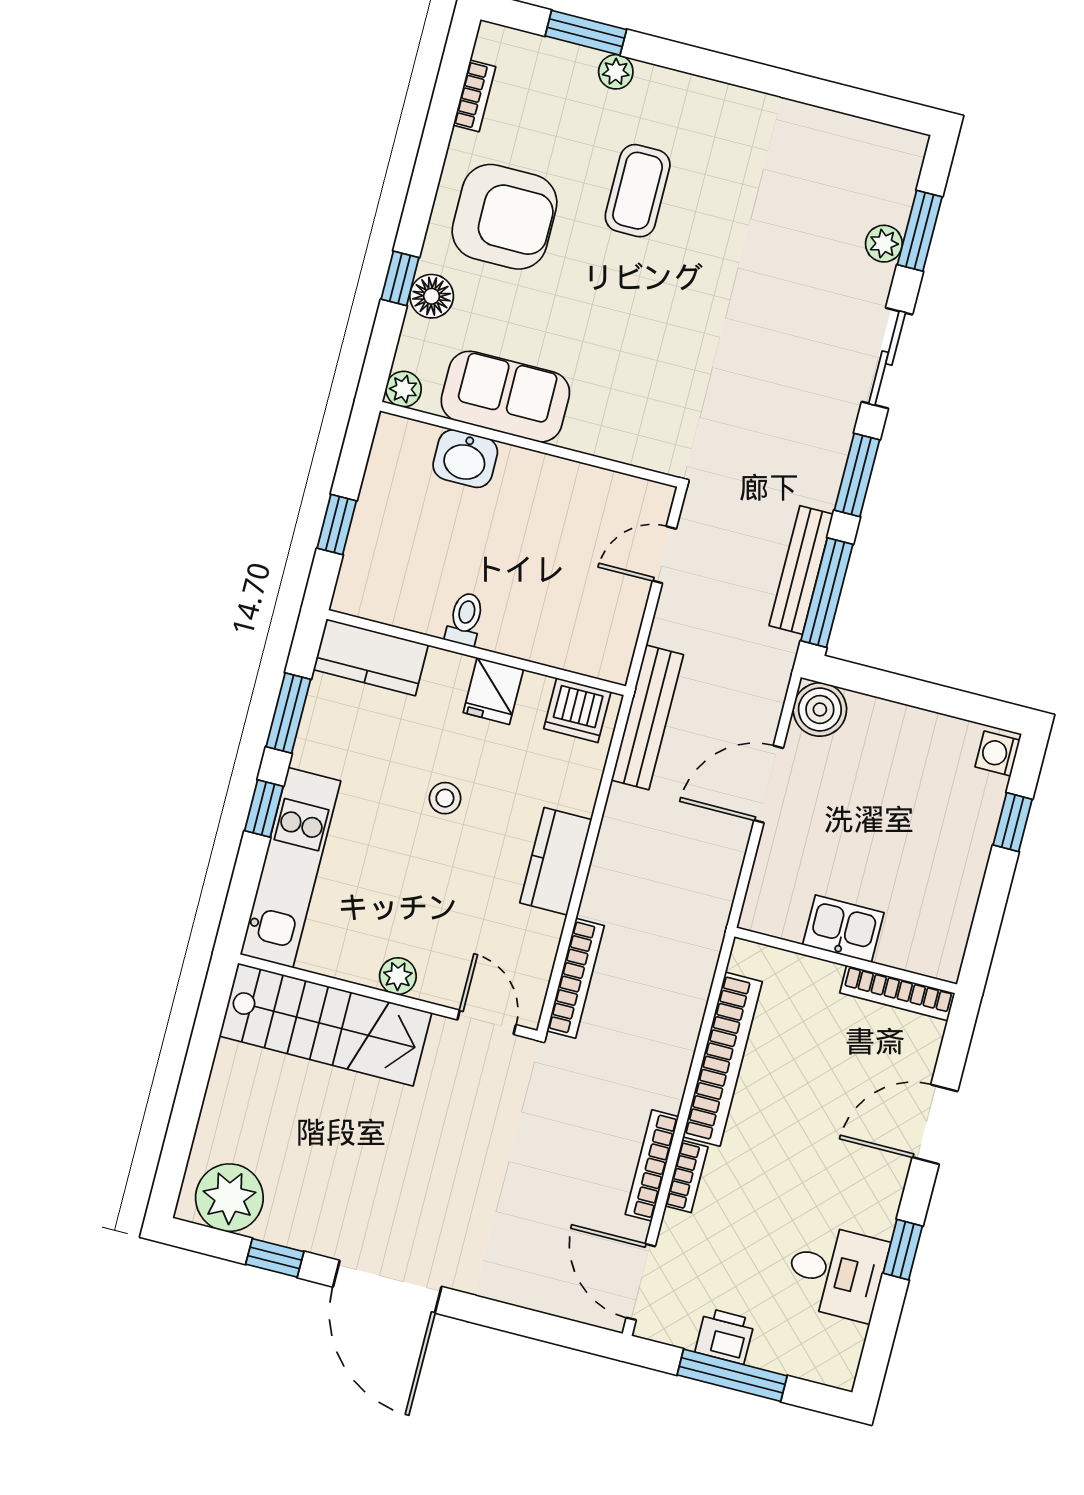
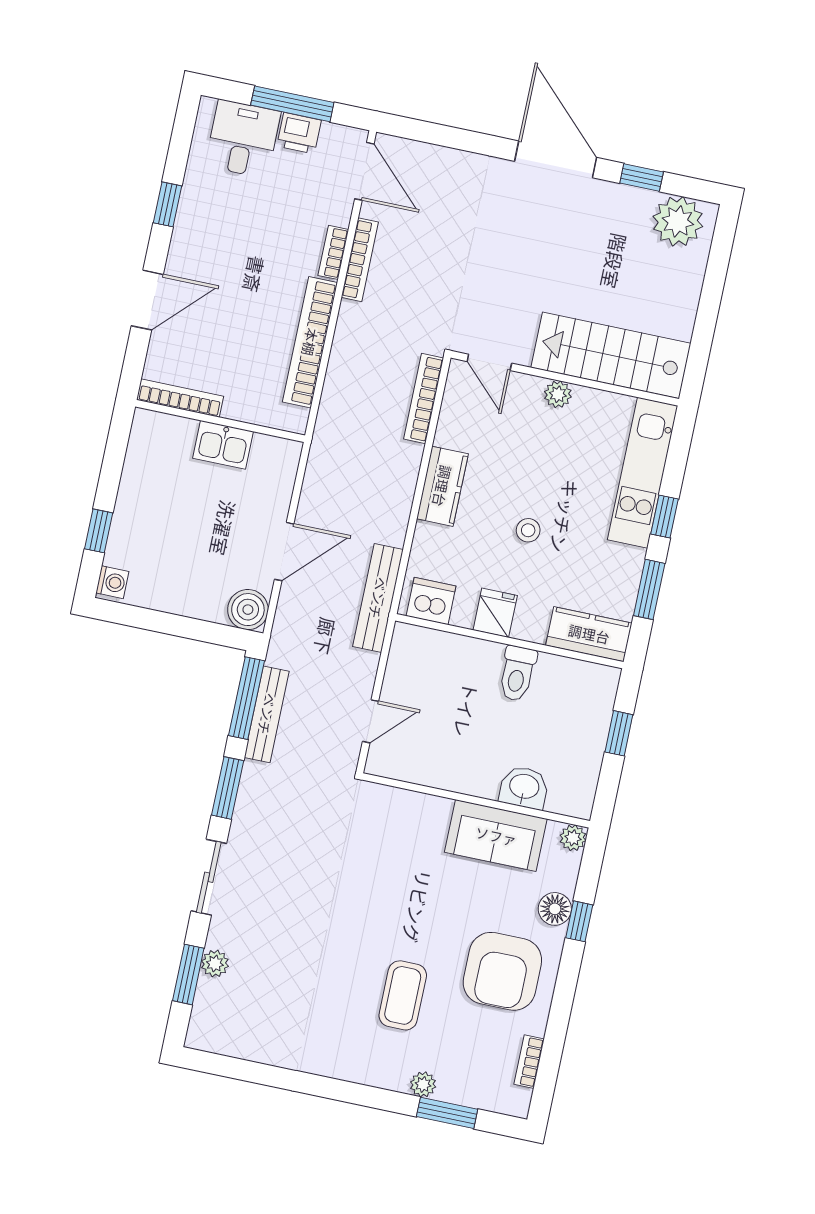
armchair: (505, 217) -> (502, 971), turned -90
toilet: (465, 619) -> (517, 674), width x1.37, depth x1.39
desk: (836, 1272) -> (243, 139), moved, turned 90

